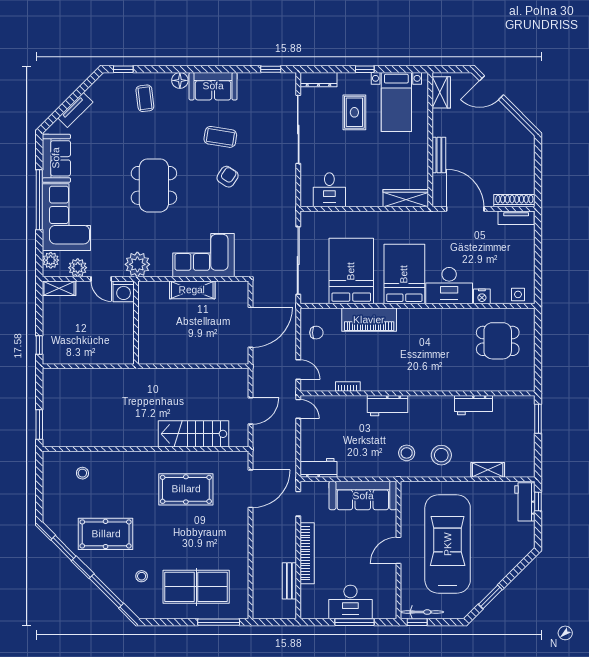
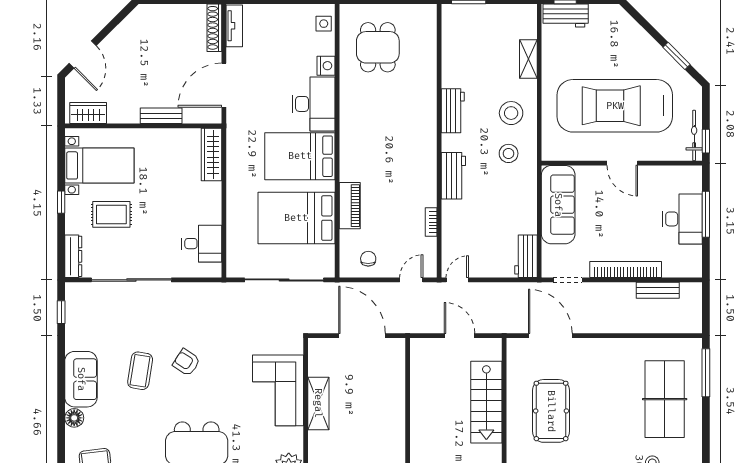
piano: (369, 320) -> (350, 206), width x0.73, depth x0.75
workbench: (473, 405) -> (453, 111), moved

